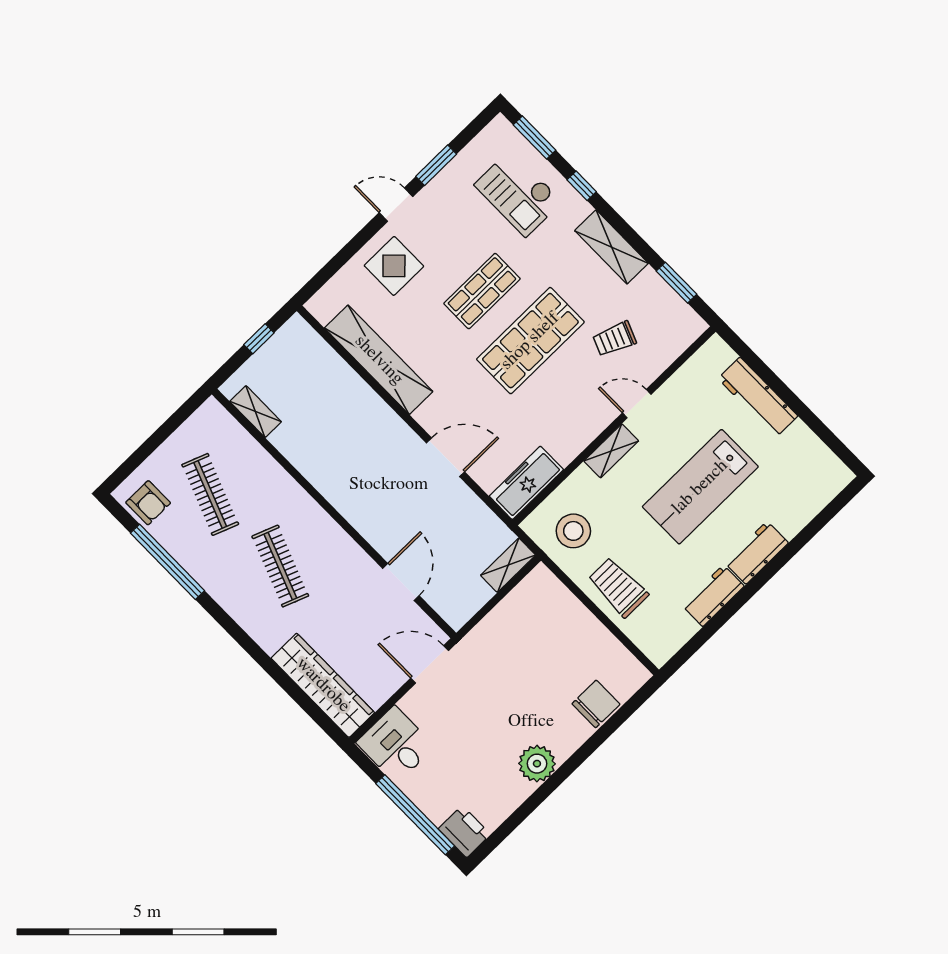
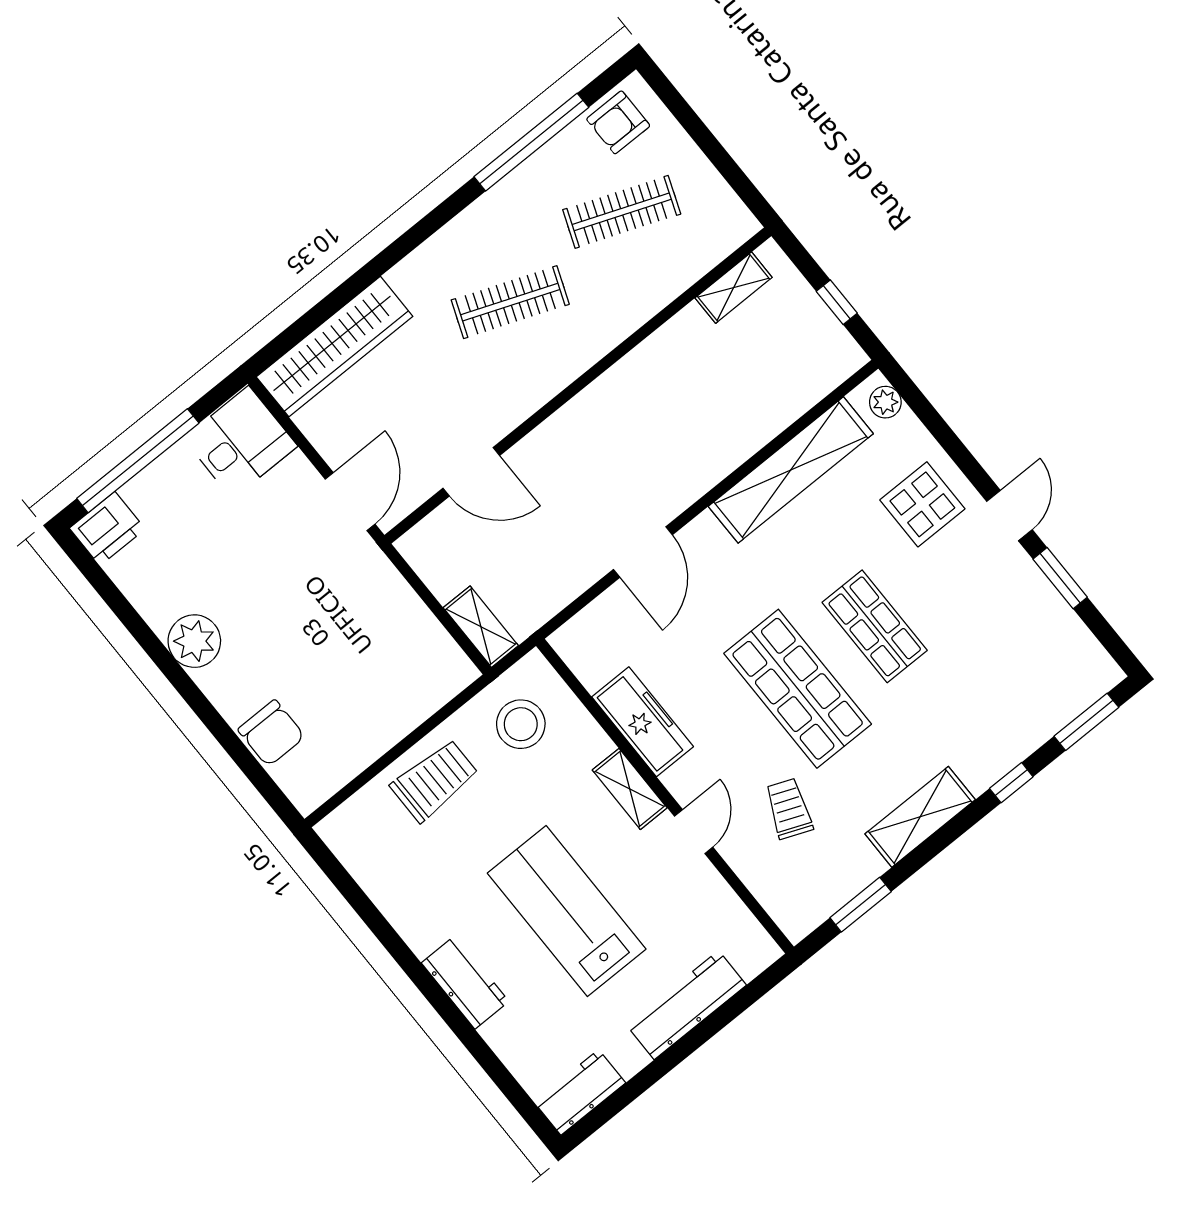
checkout: (518, 193) -> (1009, 691), removed
plant: (325, 298) -> (885, 402), added
freezer: (526, 483) -> (643, 722), moved
workbench: (713, 596) -> (580, 1092), moved, turned -90

